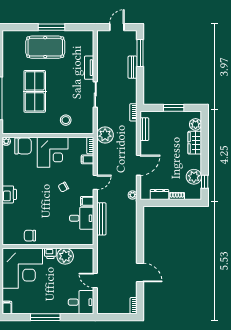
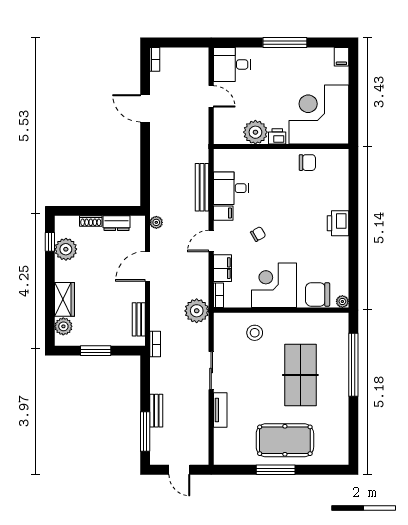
door: (117, 27) -> (179, 470), hinge flipped
filing cabinet: (88, 159) -> (222, 268), width x2.00

